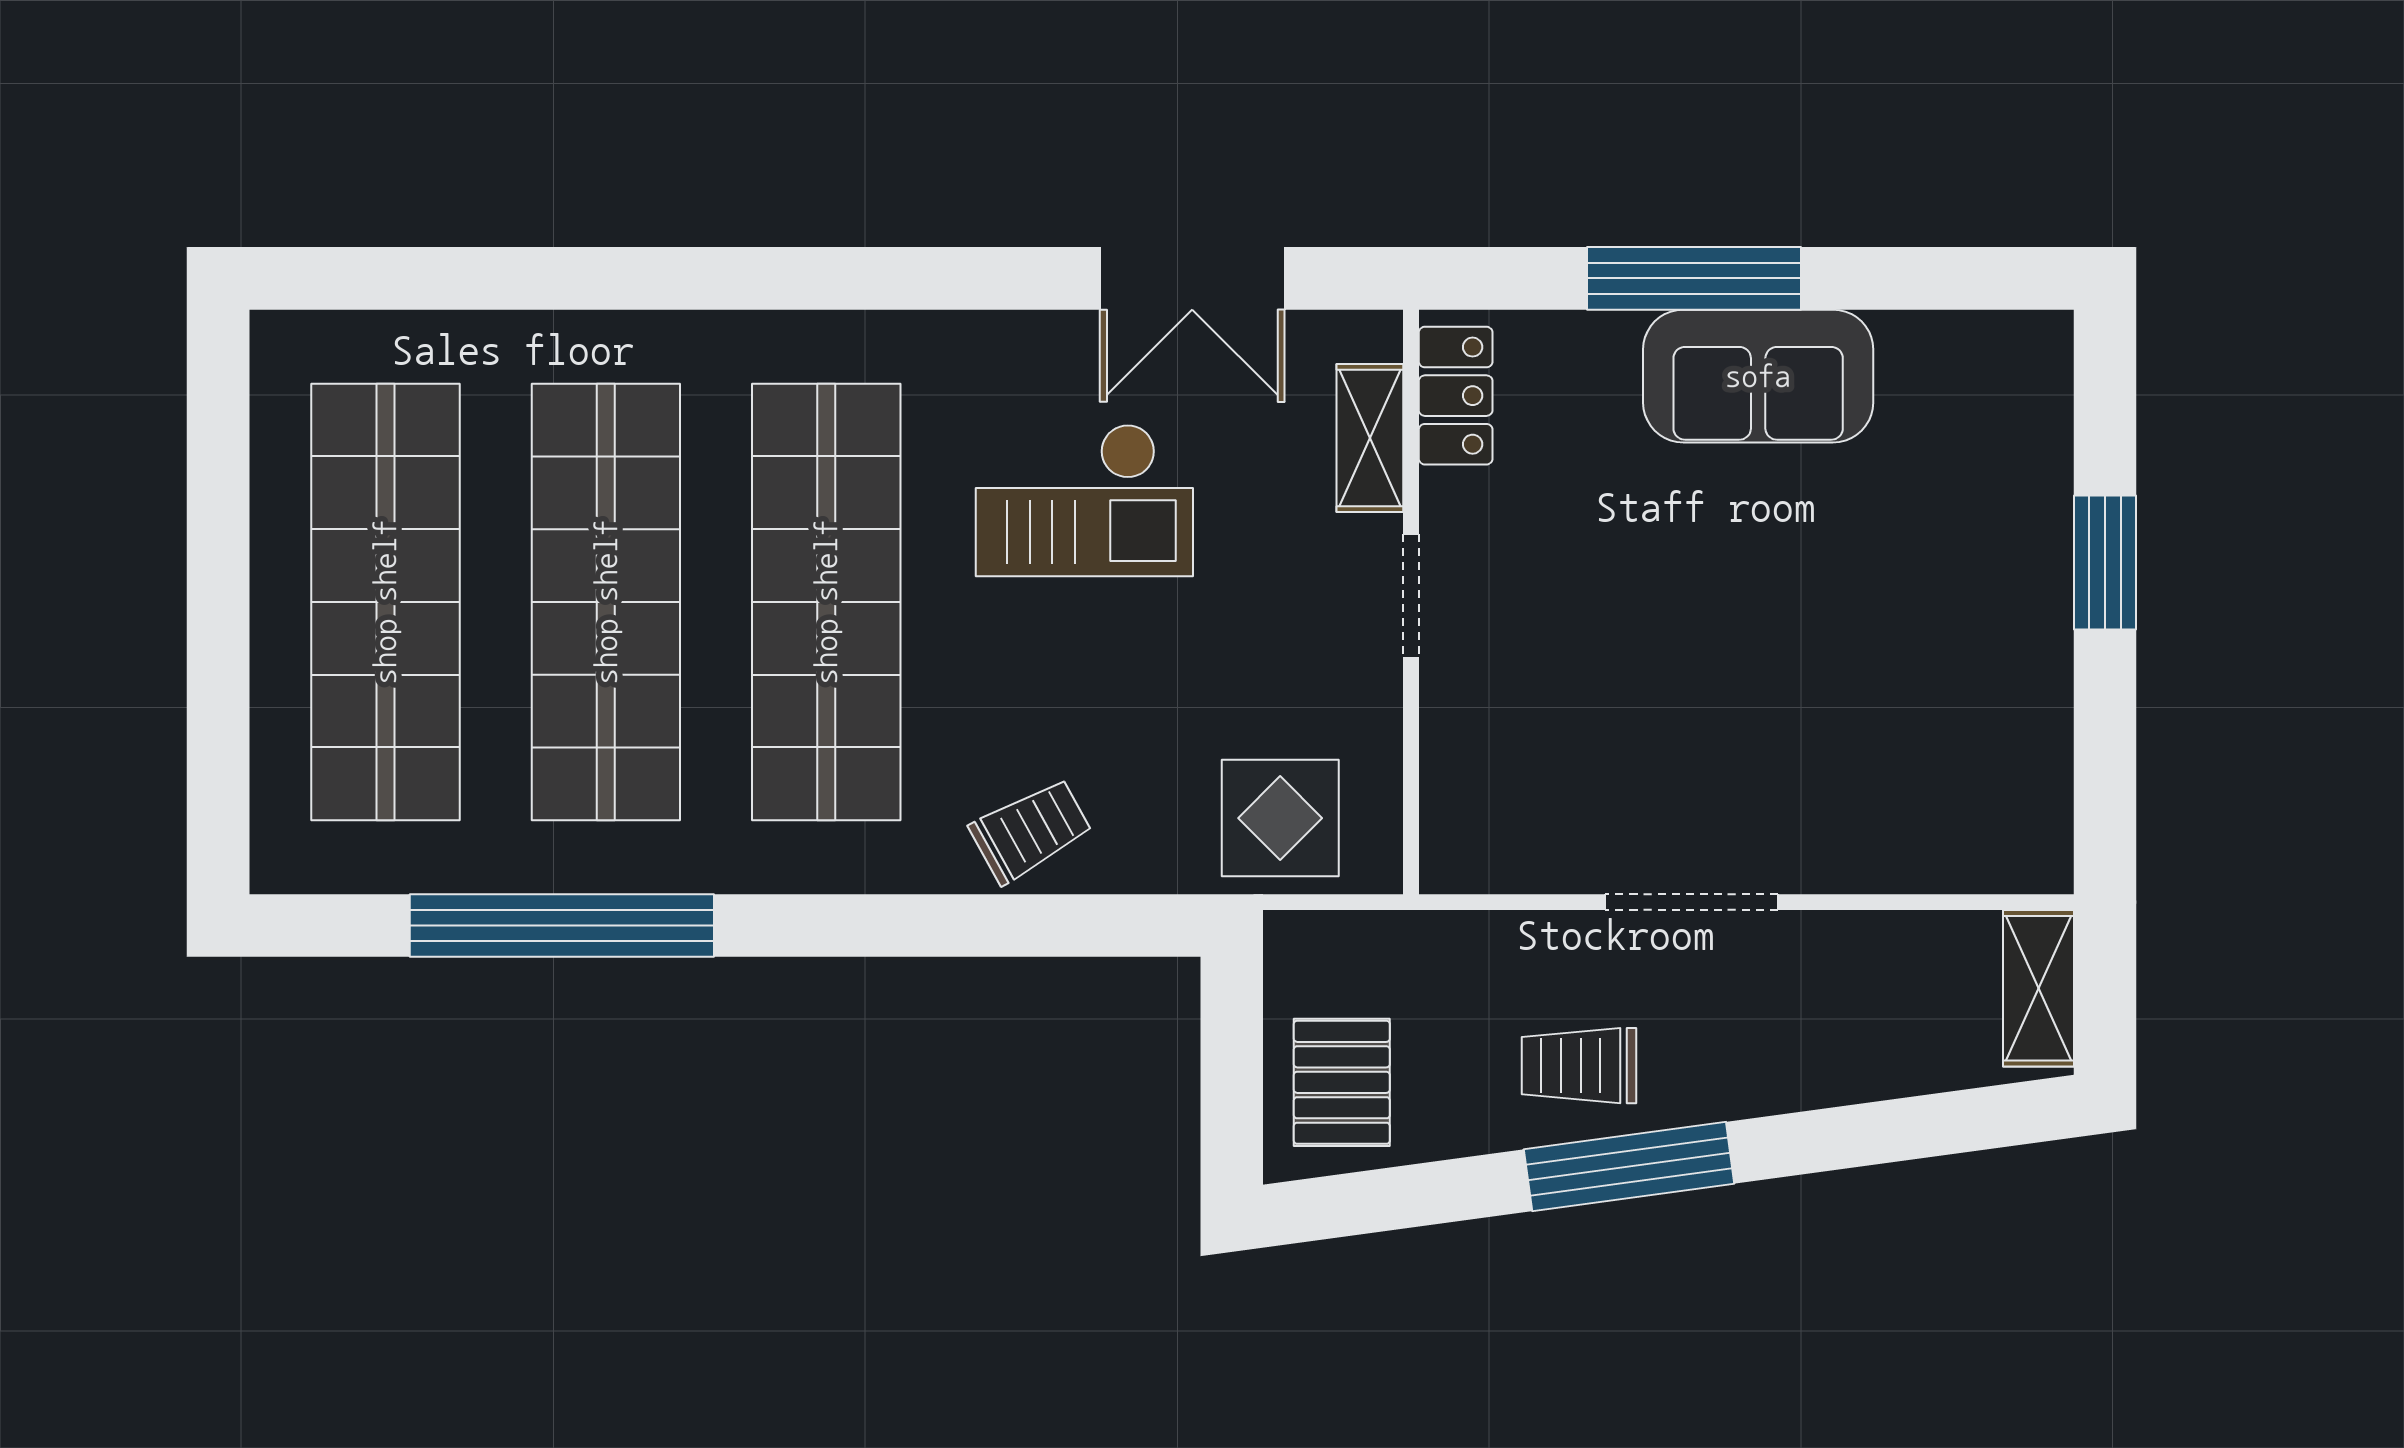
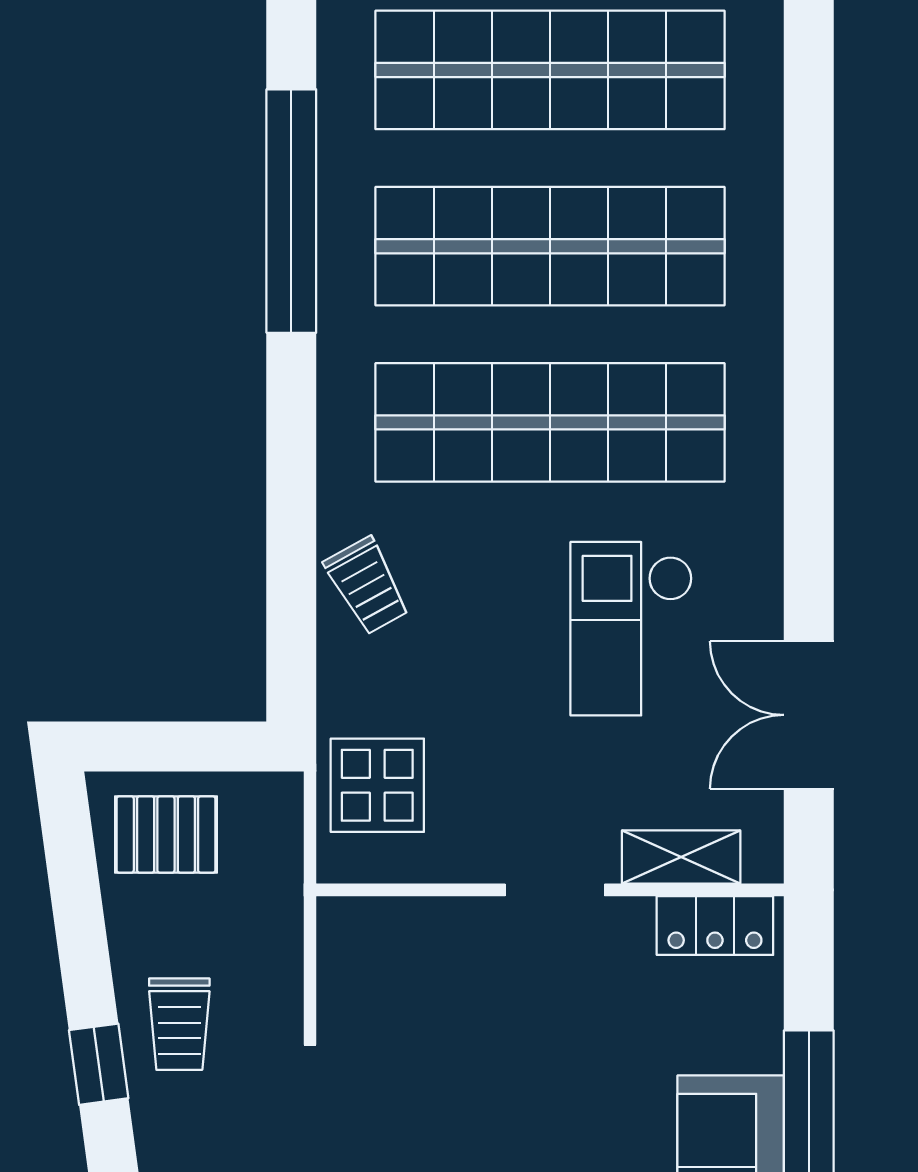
trolley: (1579, 1066) -> (179, 1024), turned 180
window: (1629, 1166) -> (99, 1064), width x0.46

